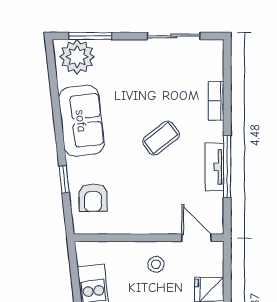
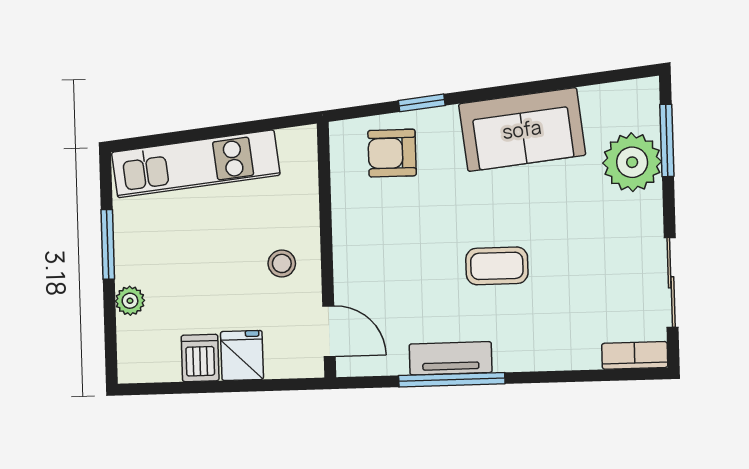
plant: (77, 57) -> (632, 162), moved
bookcase: (216, 101) -> (635, 355), moved
coffee table: (161, 138) -> (497, 266), turned -52
door: (197, 238) -> (329, 331), hinge flipped

